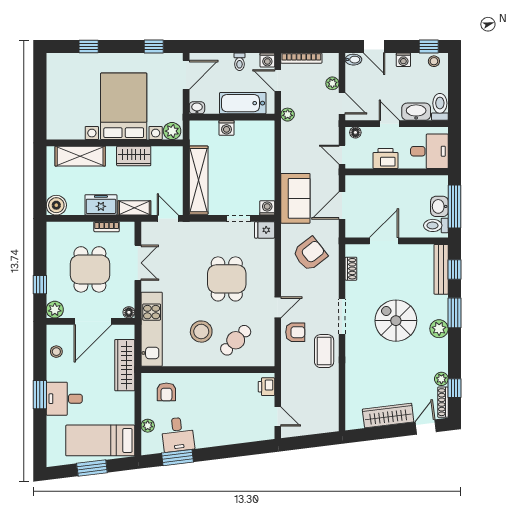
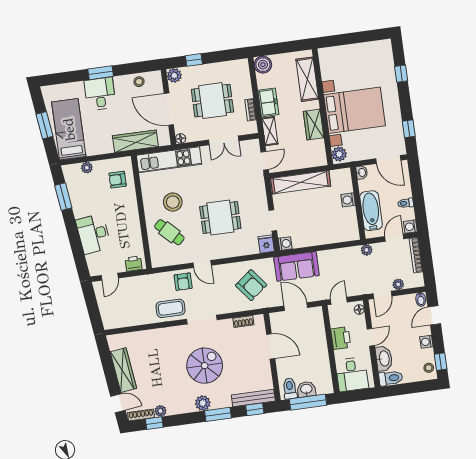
desk: (178, 434) -> (93, 234), moved, width x1.37

